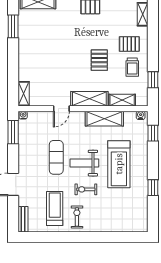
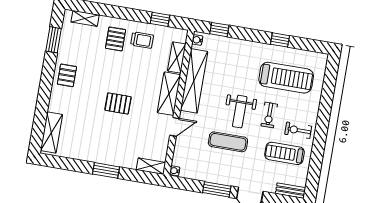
window: (13, 26) -> (106, 170), moved
pallet: (99, 60) -> (118, 103), moved
door: (61, 109) -> (175, 127), hinge flipped
shelving: (104, 119) -> (194, 81), width x1.47
window: (13, 132) -> (217, 189), moved
treadmill: (119, 164) -> (286, 78), moved

